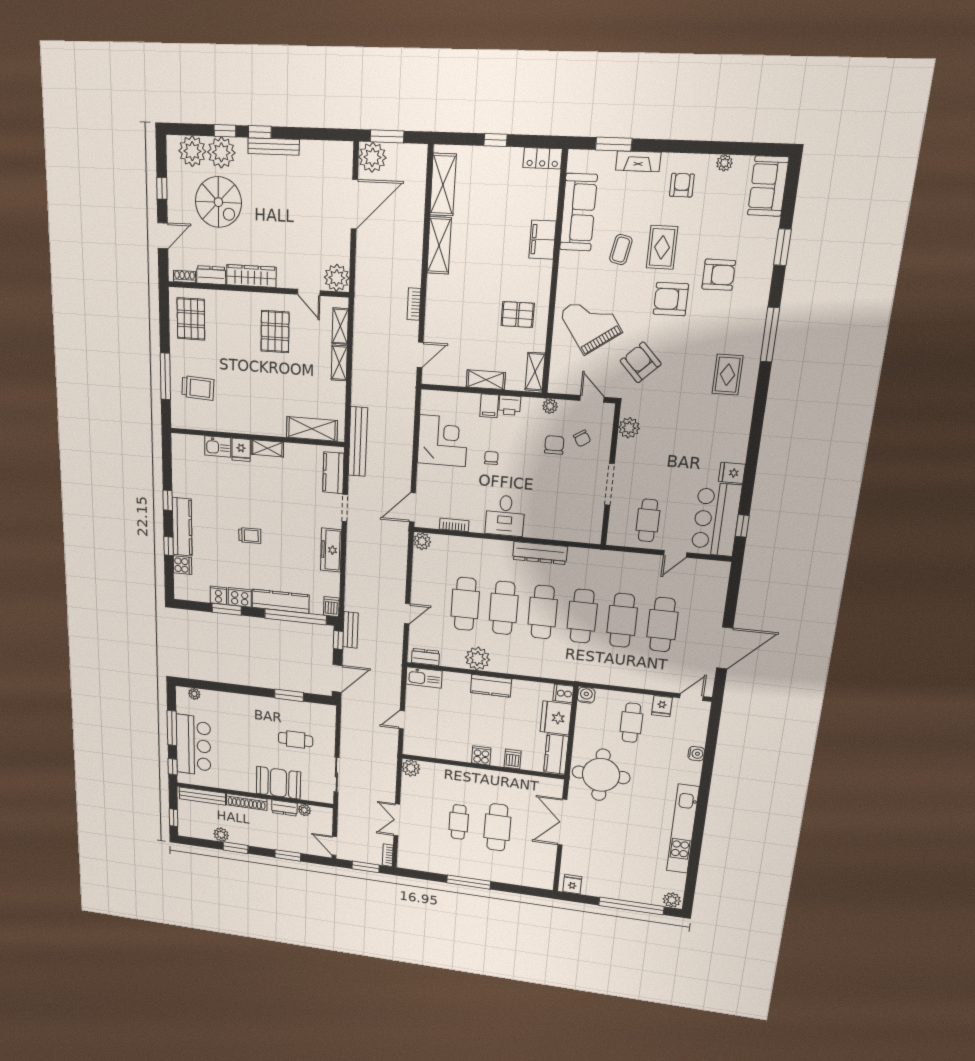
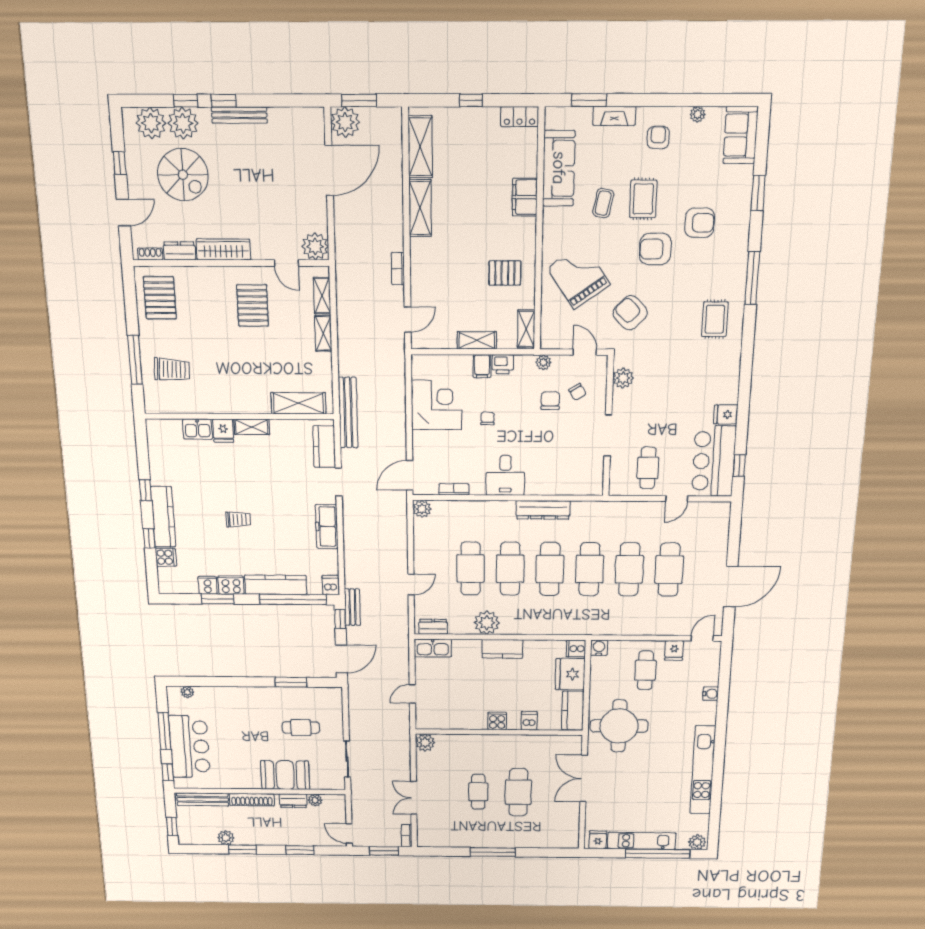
kitchen unit: (616, 891) -> (642, 841), added

